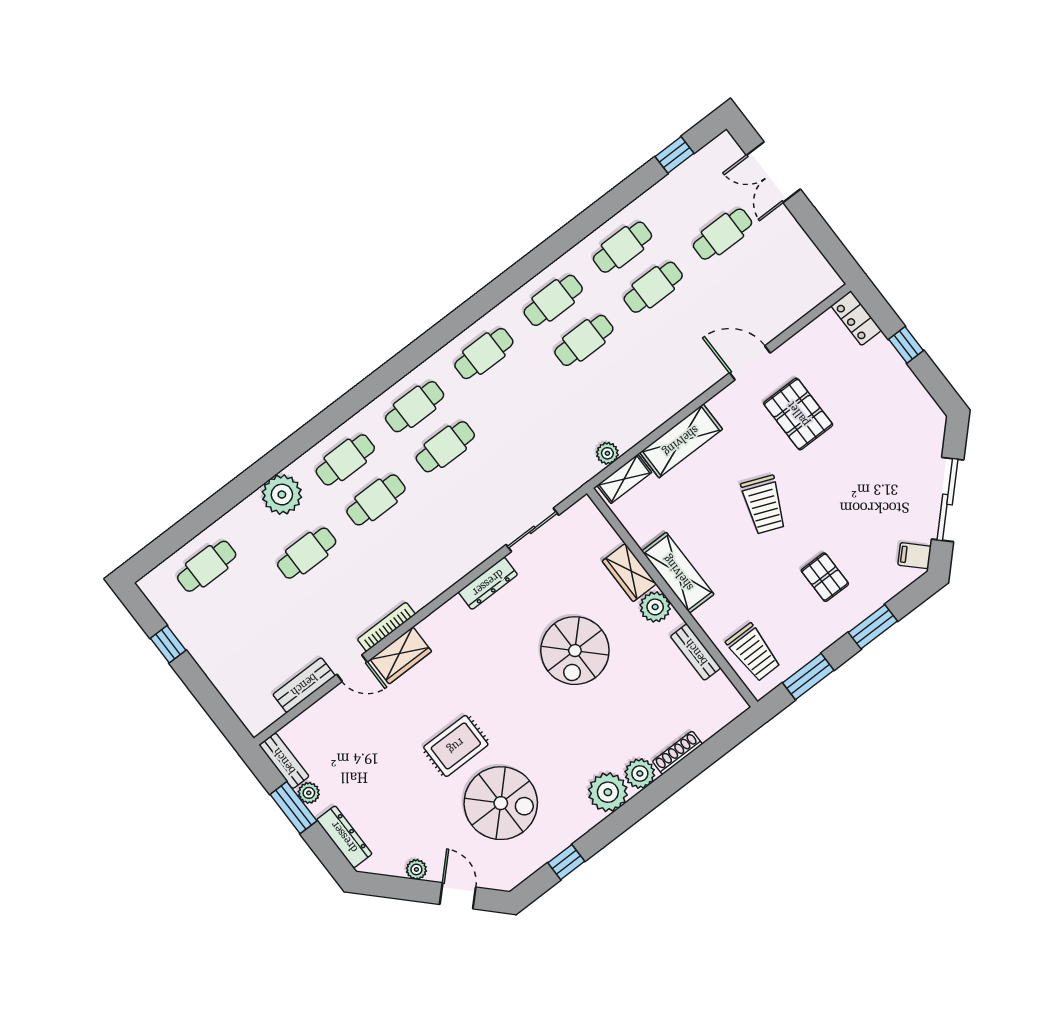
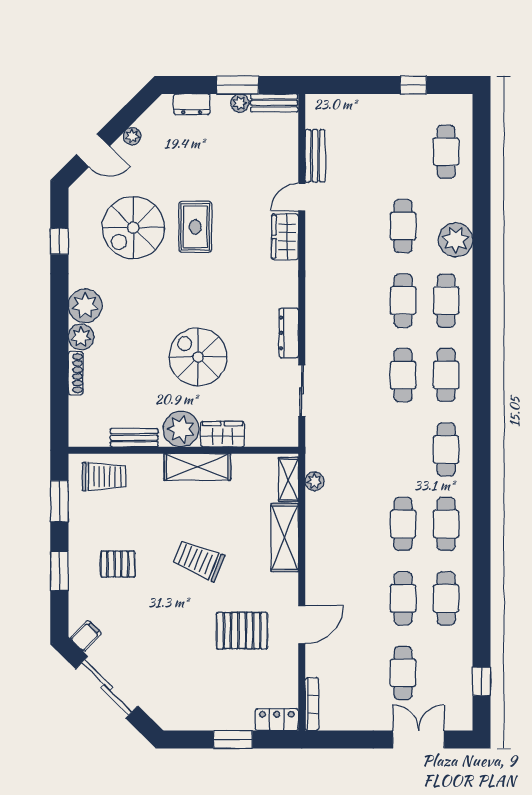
window: (906, 345) -> (233, 739), width x1.50
plant: (655, 607) -> (181, 429), width x1.36, depth x1.36
bookcase: (386, 627) -> (312, 704), moved
trolley: (753, 652) -> (104, 477), turned 180
dresser: (344, 837) -> (192, 104), width x0.70

